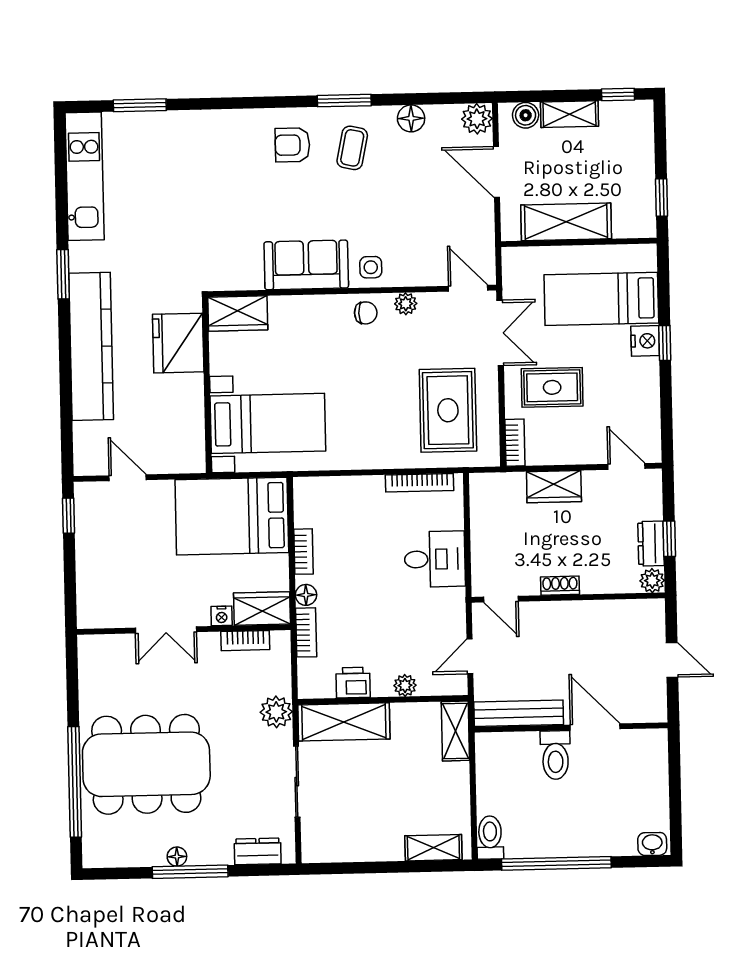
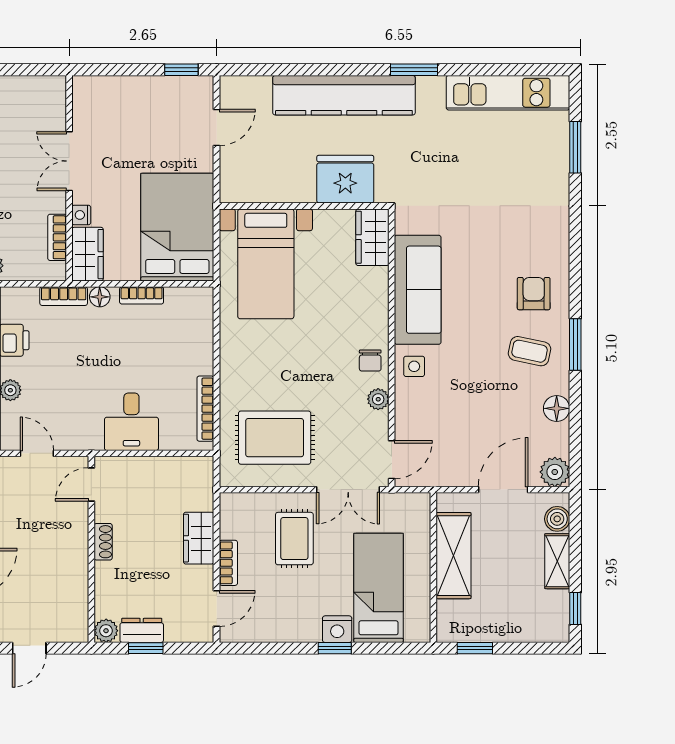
sofa: (306, 265) -> (418, 290), width x1.36
bookcase: (515, 443) -> (228, 563), moved, turned -90

